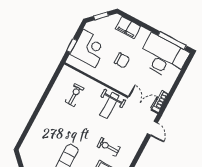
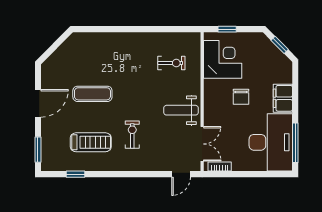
filing cabinet: (128, 28) -> (283, 98), moved
corner desk: (89, 48) -> (223, 59), moved, turned -90

